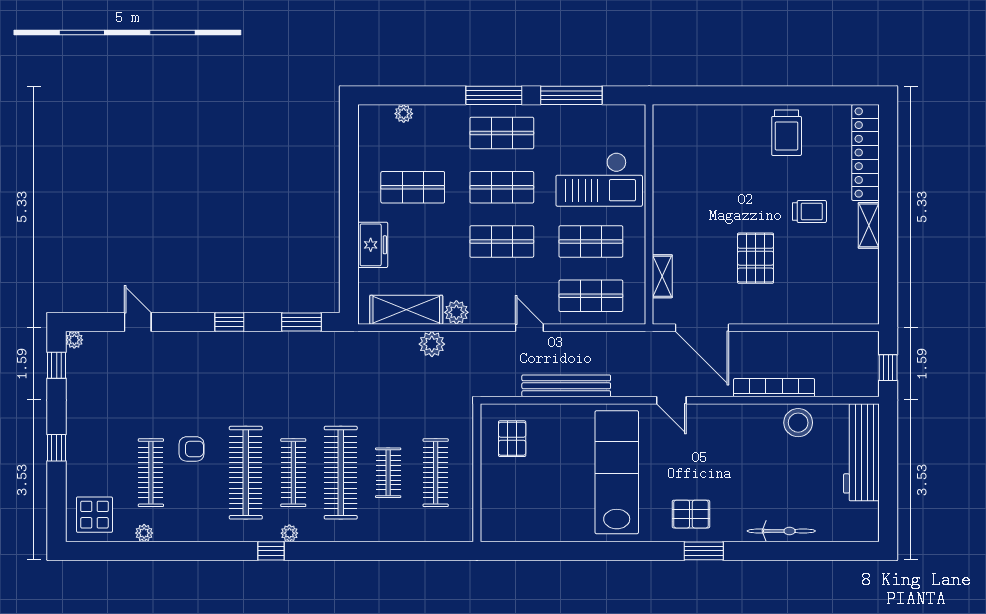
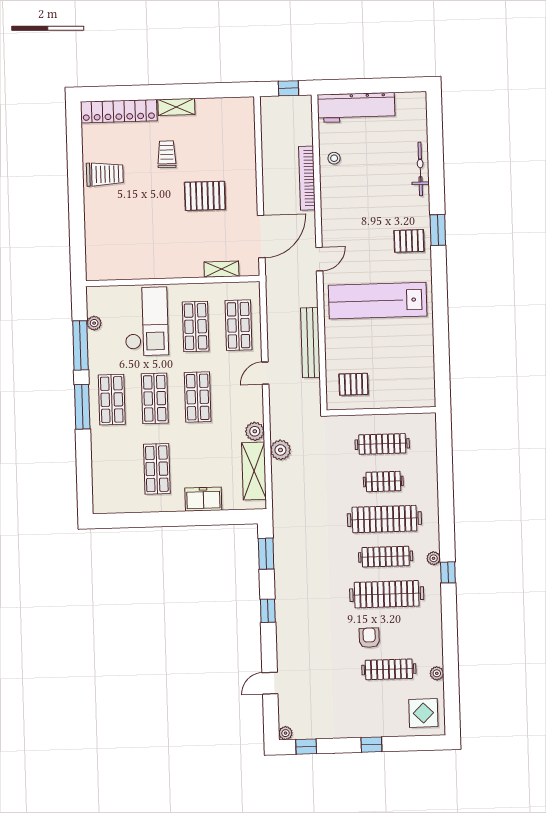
plant: (404, 114) -> (94, 323), moved
stool: (798, 423) -> (334, 158), width x0.53, depth x0.53
pallet: (691, 514) -> (409, 241), turned 90

